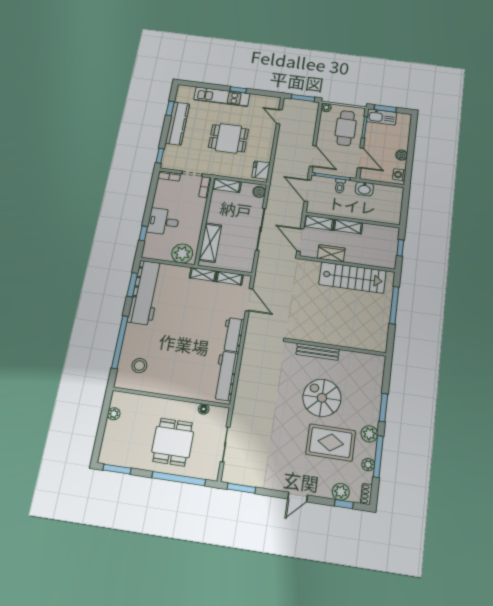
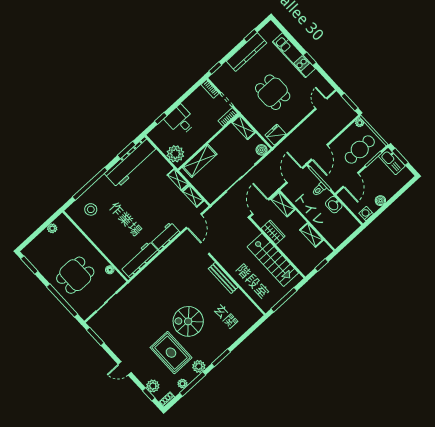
shelving: (348, 226) -> (311, 235), moved
wall: (336, 347) -> (237, 285), moved
bench: (318, 352) -> (223, 278), moved
spiral stairs: (322, 398) -> (188, 321), turned -90

